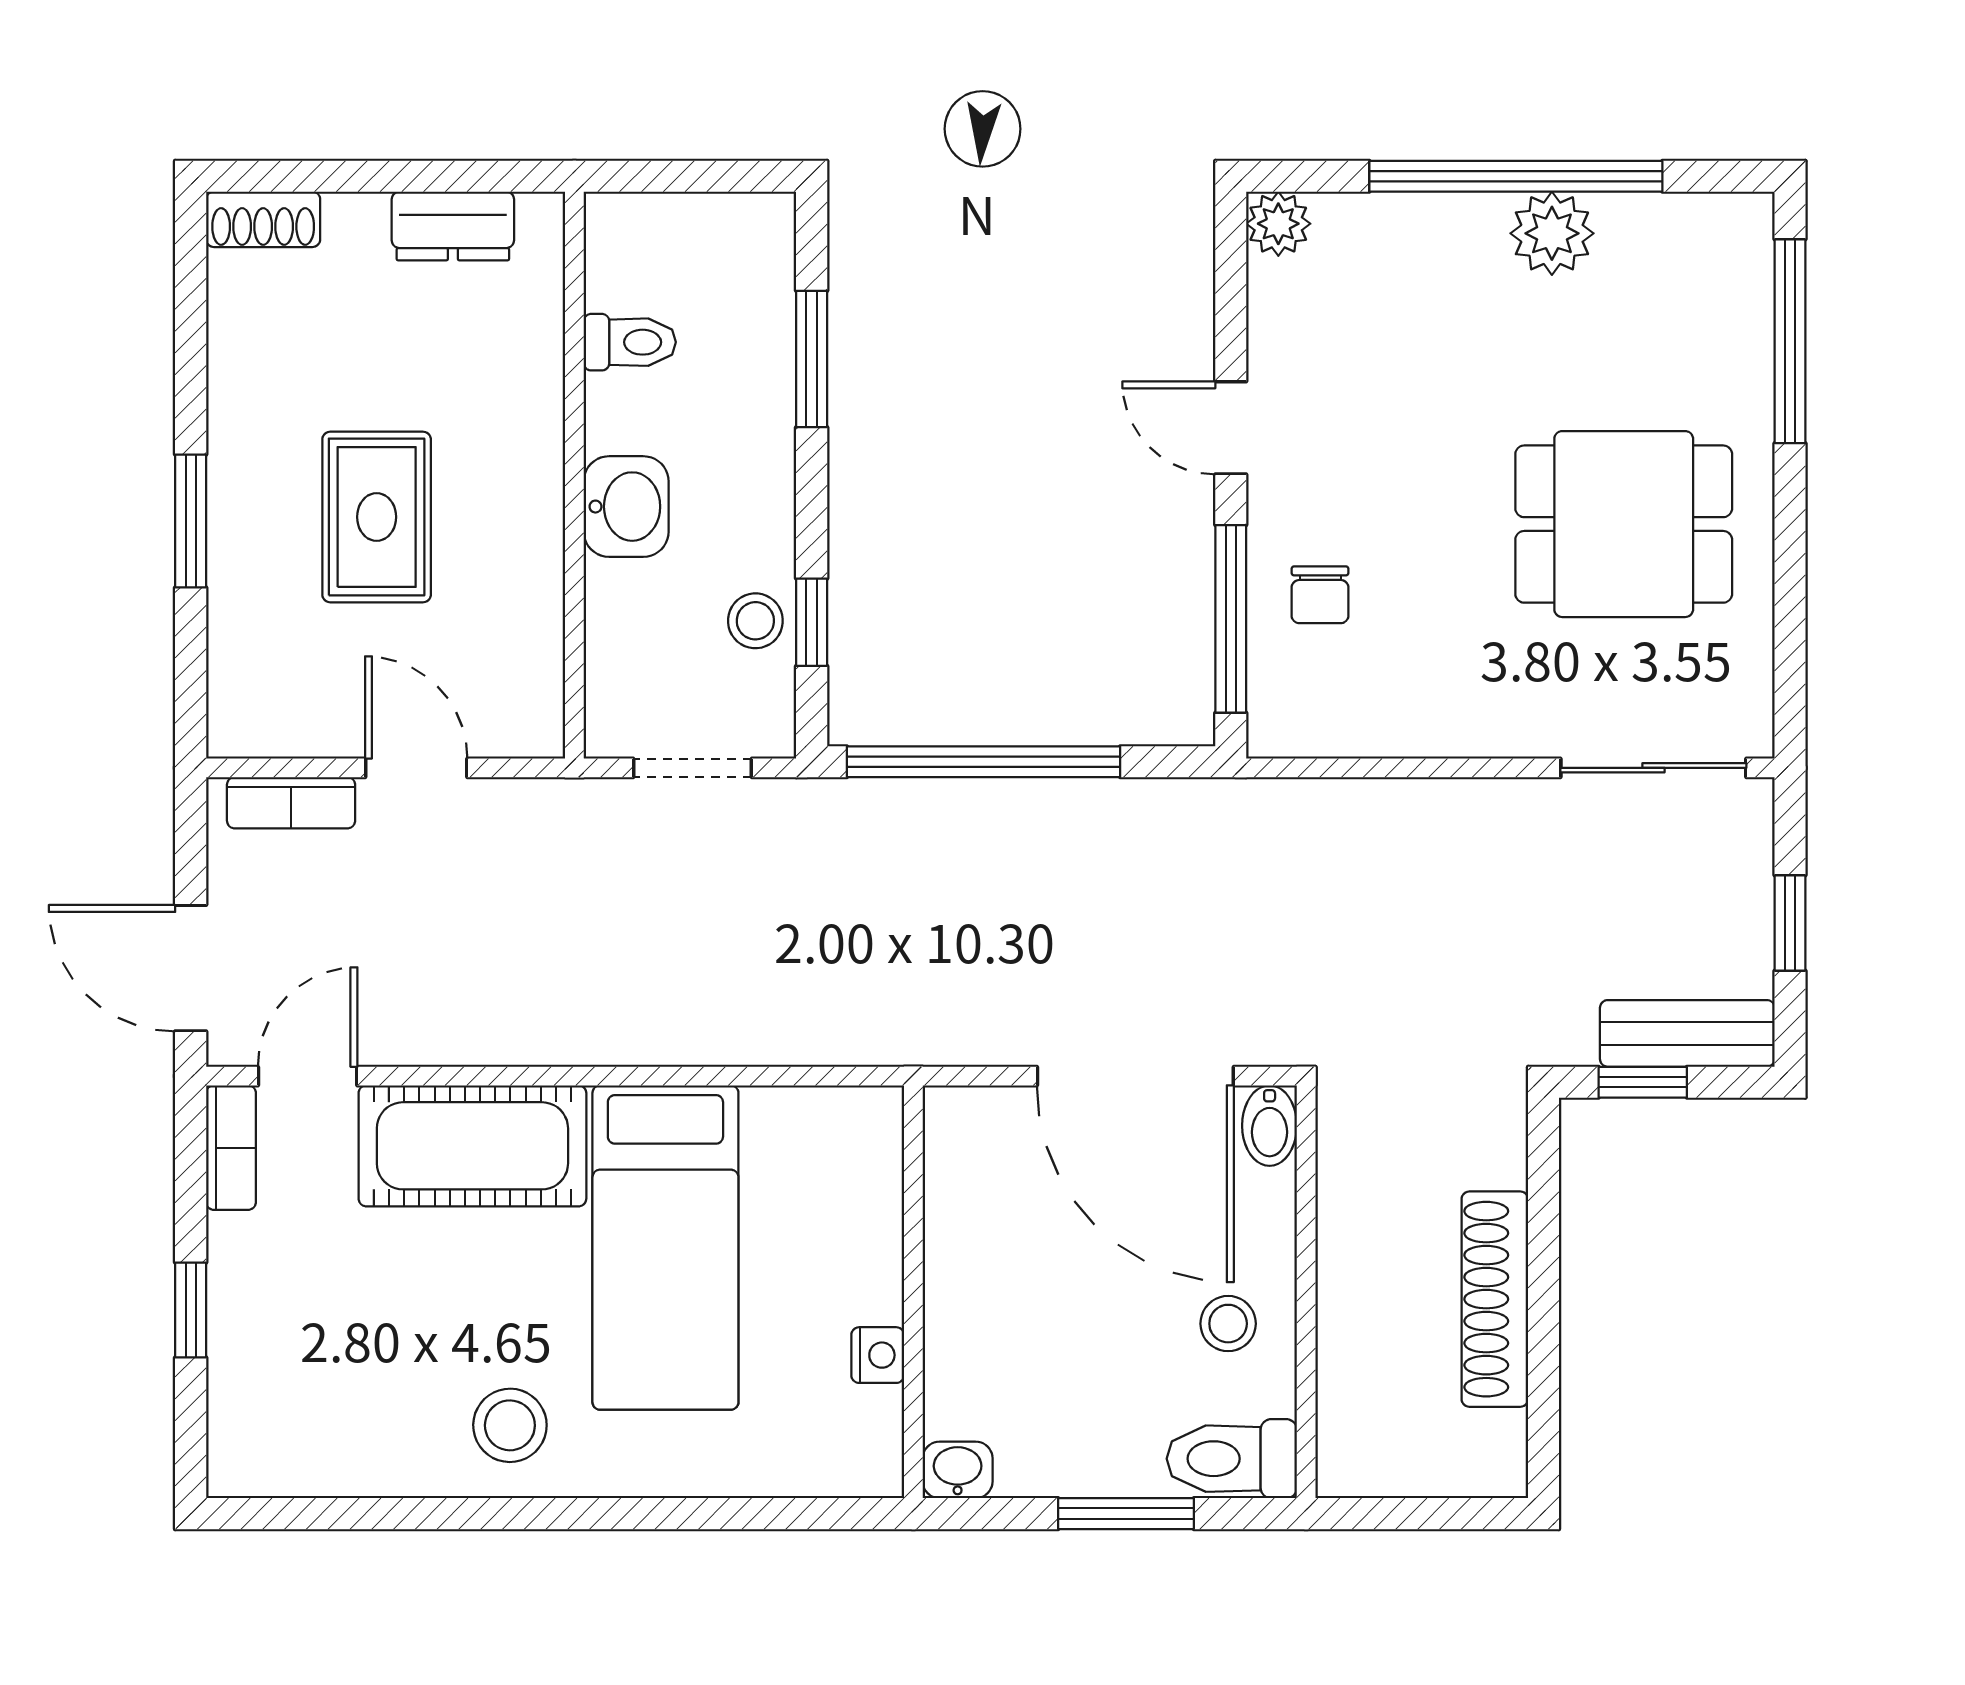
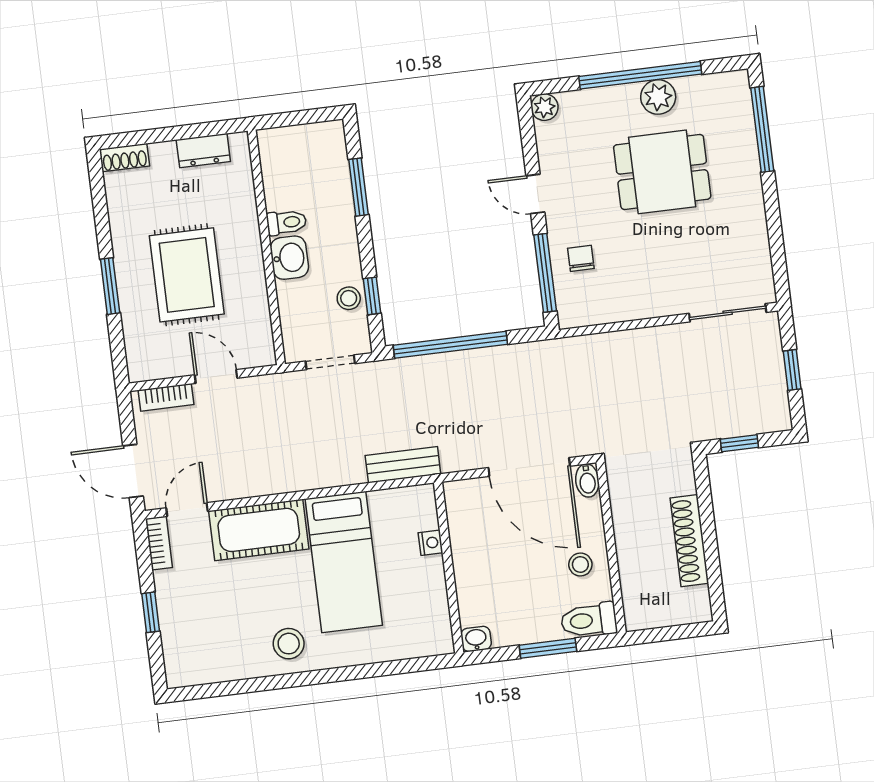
toilet: (630, 342) -> (286, 222), moved
rug: (377, 517) -> (187, 275), width x1.36, depth x1.43
dining table: (1624, 524) -> (662, 172), moved
chair: (1320, 595) -> (581, 258), turned 180
bench: (1687, 1033) -> (403, 465), moved
nightstand: (878, 1355) -> (431, 543), moved

